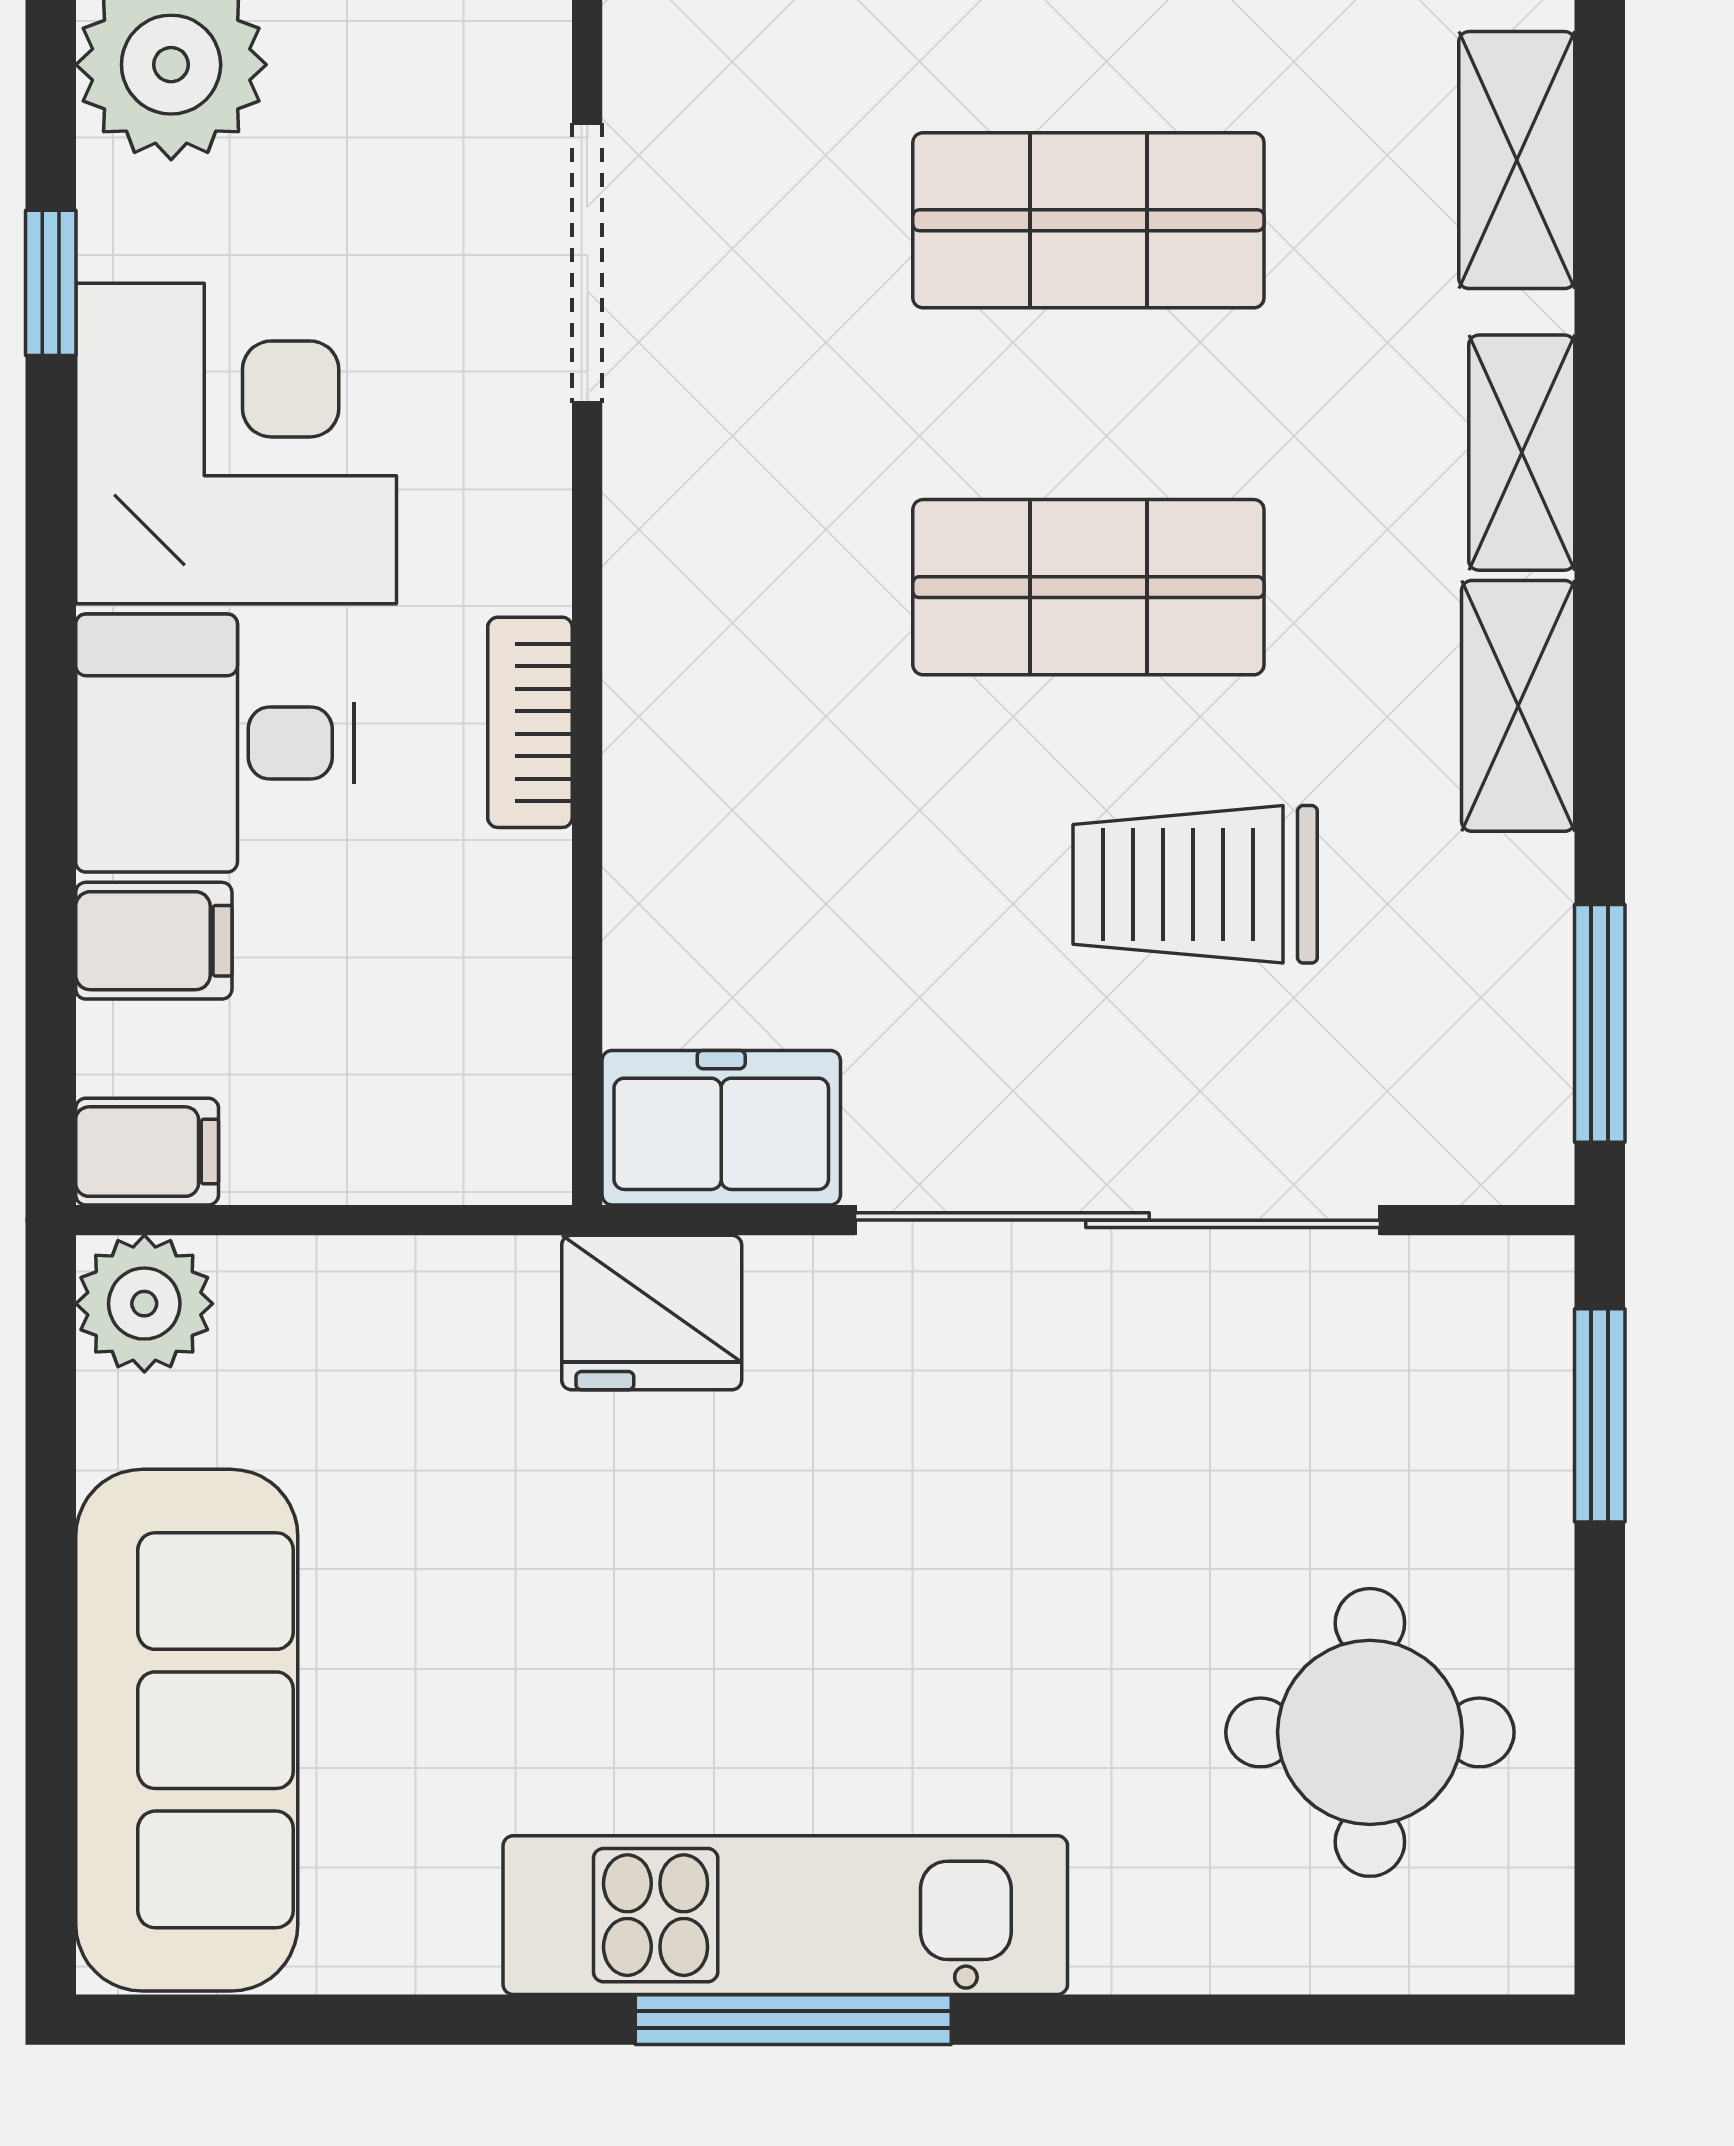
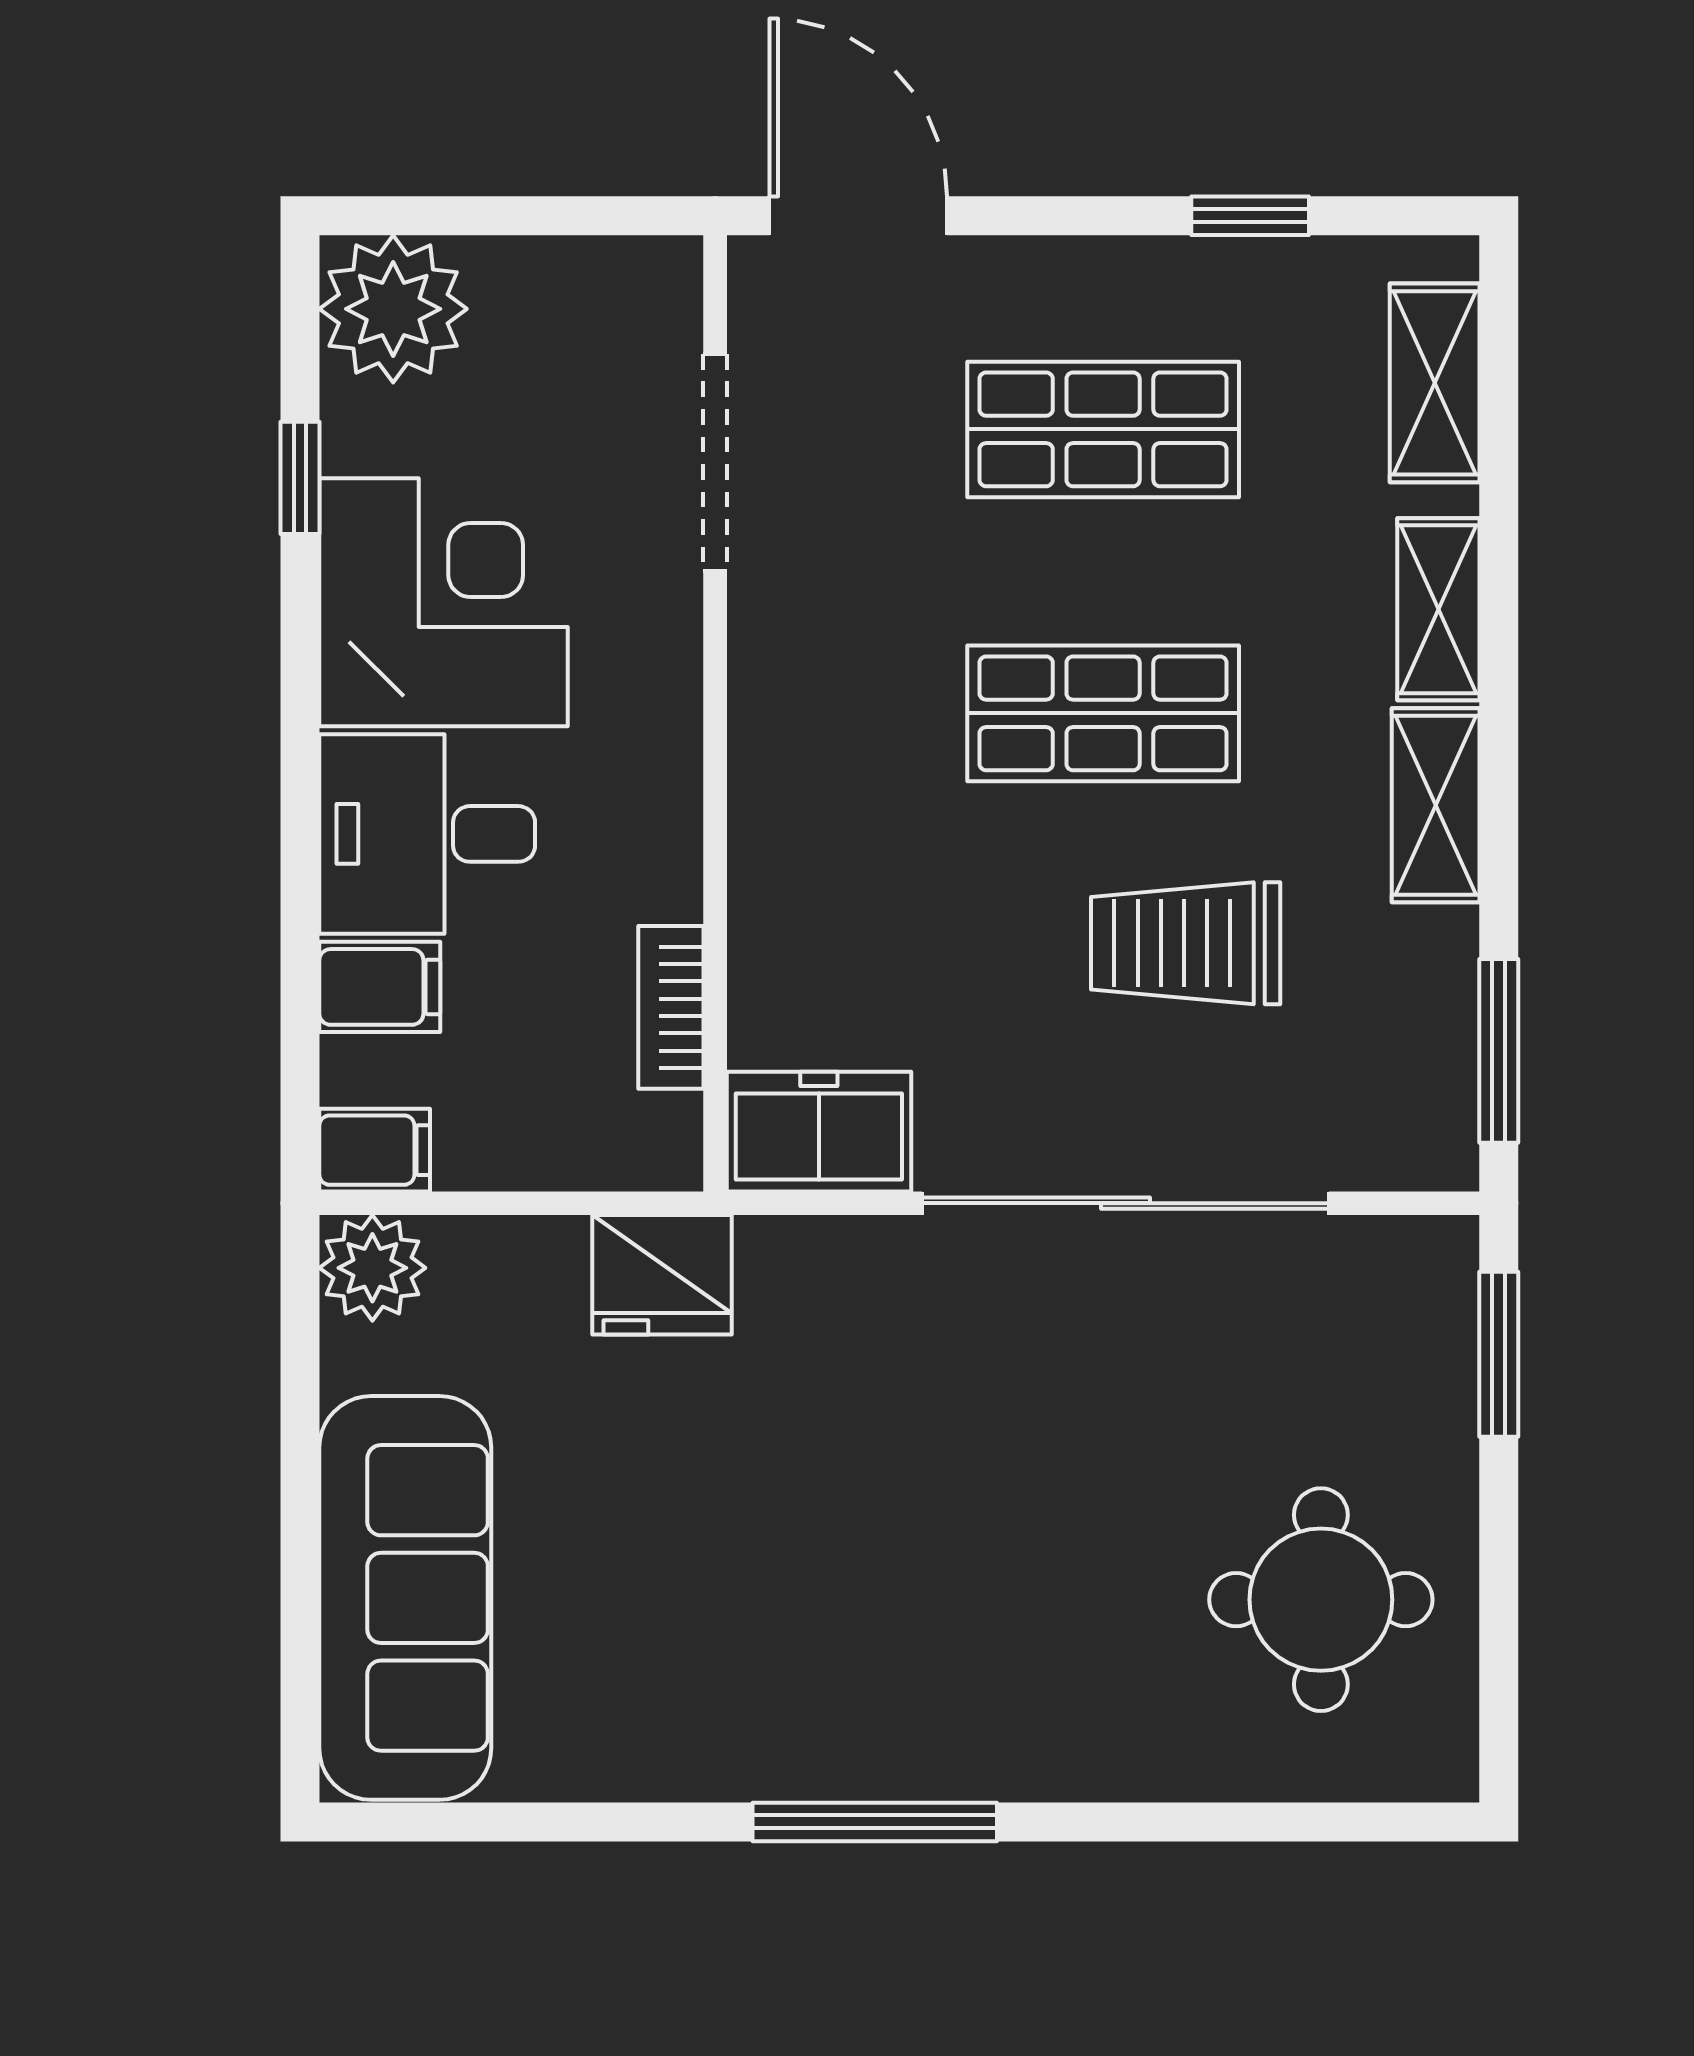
bookcase: (530, 722) -> (671, 1007), moved
fridge: (652, 1313) -> (662, 1275), moved
kitchen unit: (785, 1915) -> (869, 1741), removed

